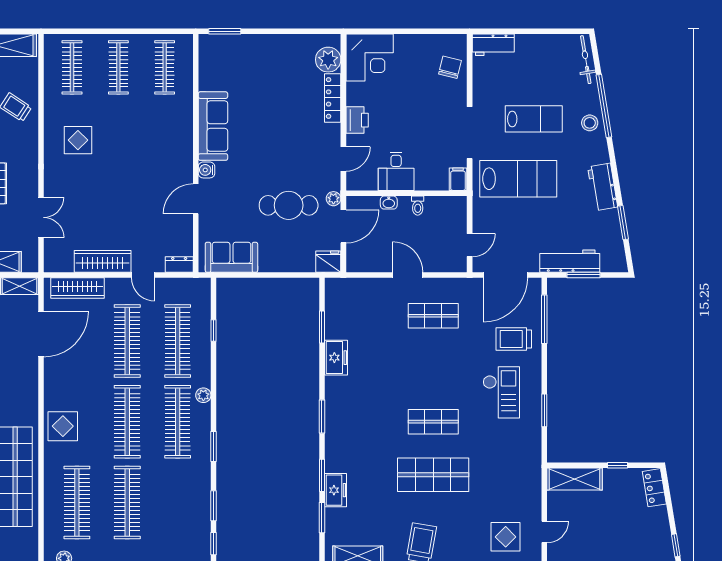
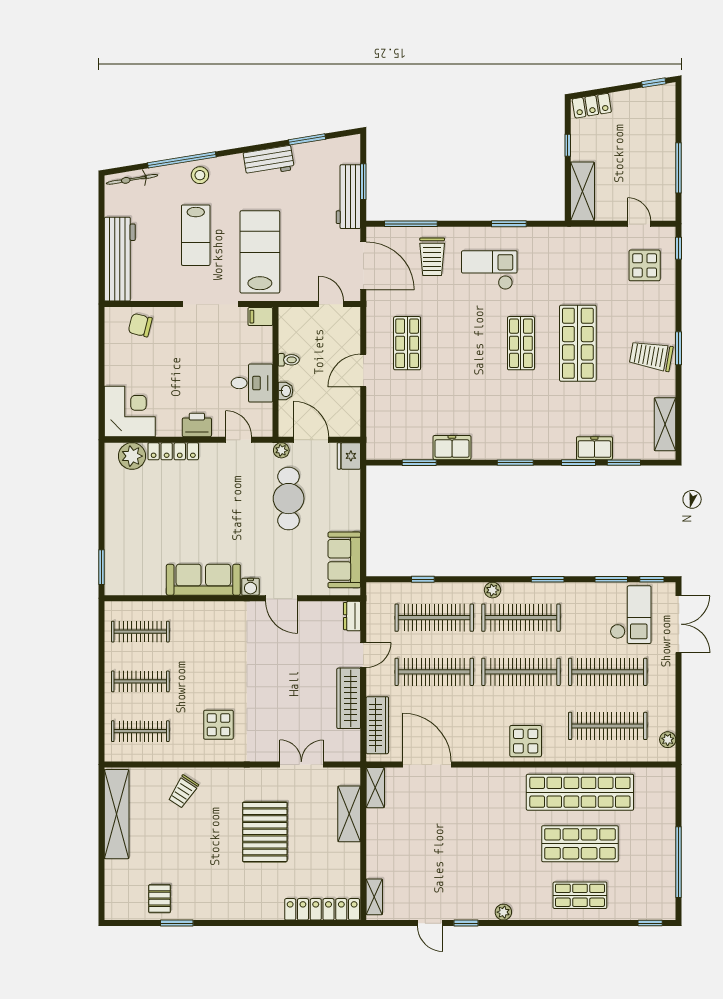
workbench: (493, 45) -> (120, 259), width x1.88, depth x1.32
lab bench: (534, 119) -> (196, 235), turned 180
checkout: (180, 524) -> (631, 615), added

